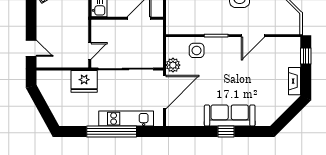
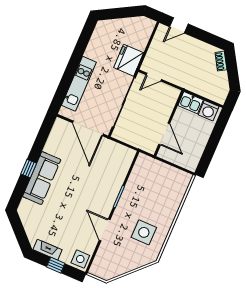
side table: (197, 50) -> (80, 259), moved
door: (90, 51) -> (154, 77), hinge flipped
window: (306, 56) -> (56, 265), moved
plant: (173, 65) -> (109, 146), removed
window: (112, 132) -> (73, 66), removed

